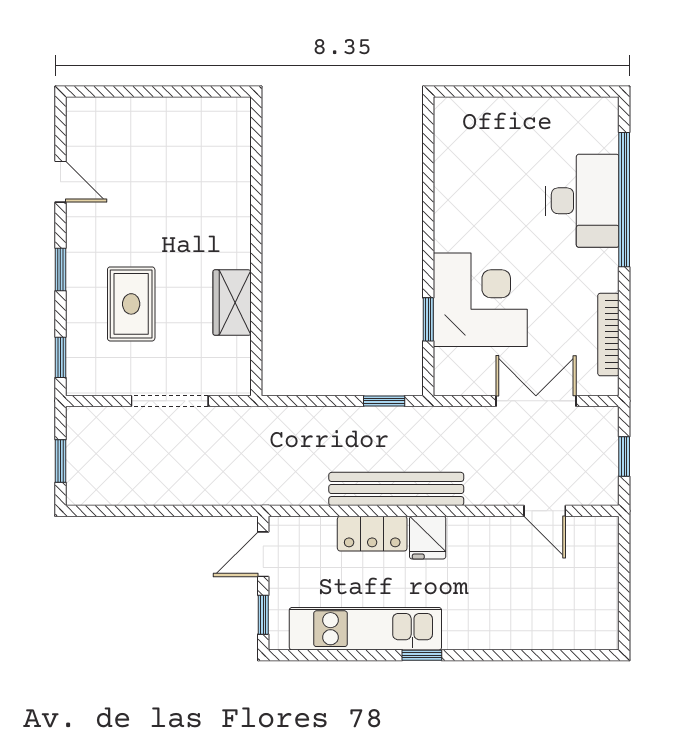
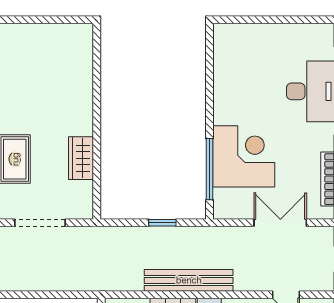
window: (428, 319) -> (210, 169), width x2.17
window: (384, 401) -> (162, 223), moved

